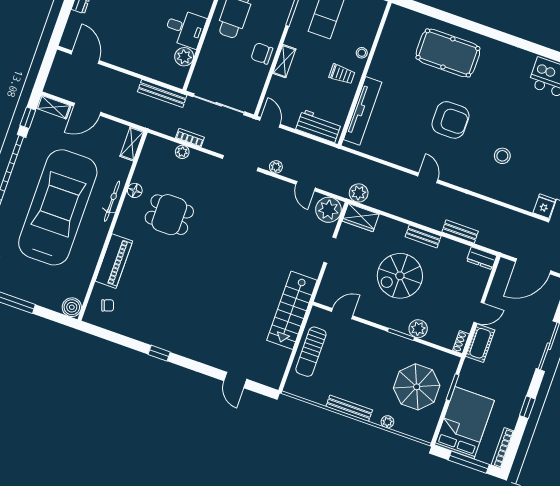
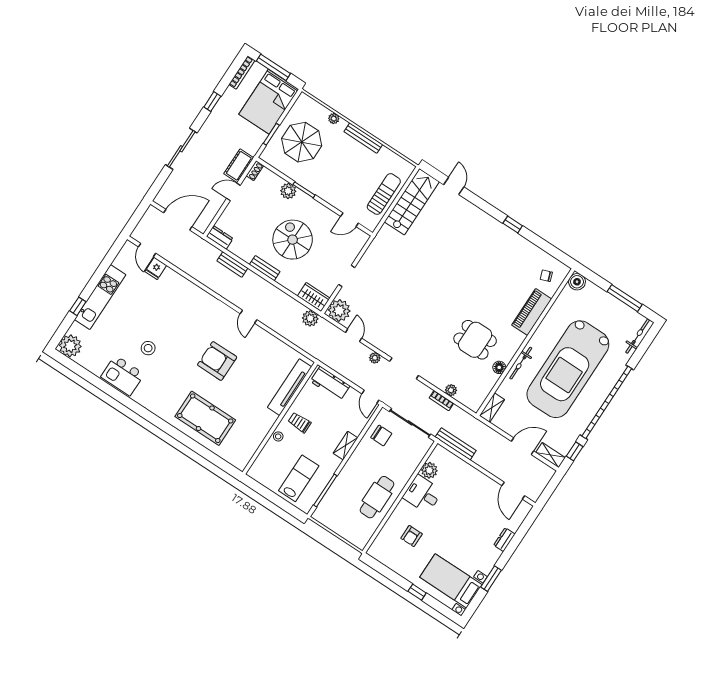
chair: (262, 53) -> (381, 435), moved
stool: (502, 156) -> (148, 348), moved
spiral stairs: (400, 276) -> (293, 240), turned -90
stairs: (292, 310) -> (412, 202), moved

